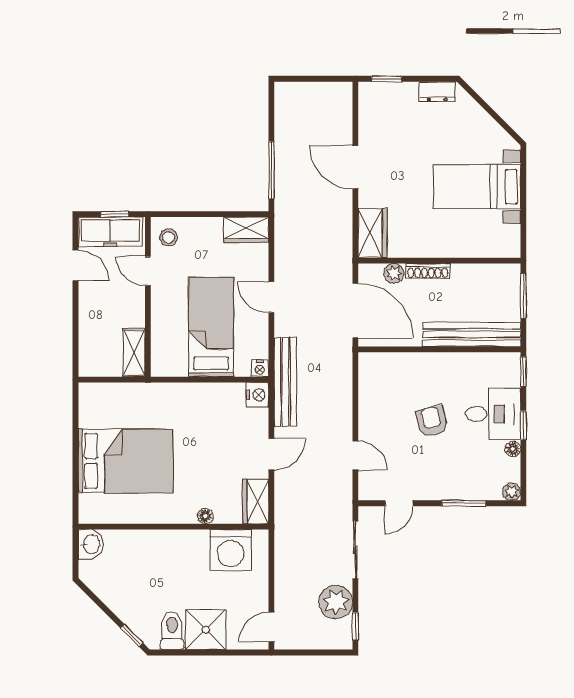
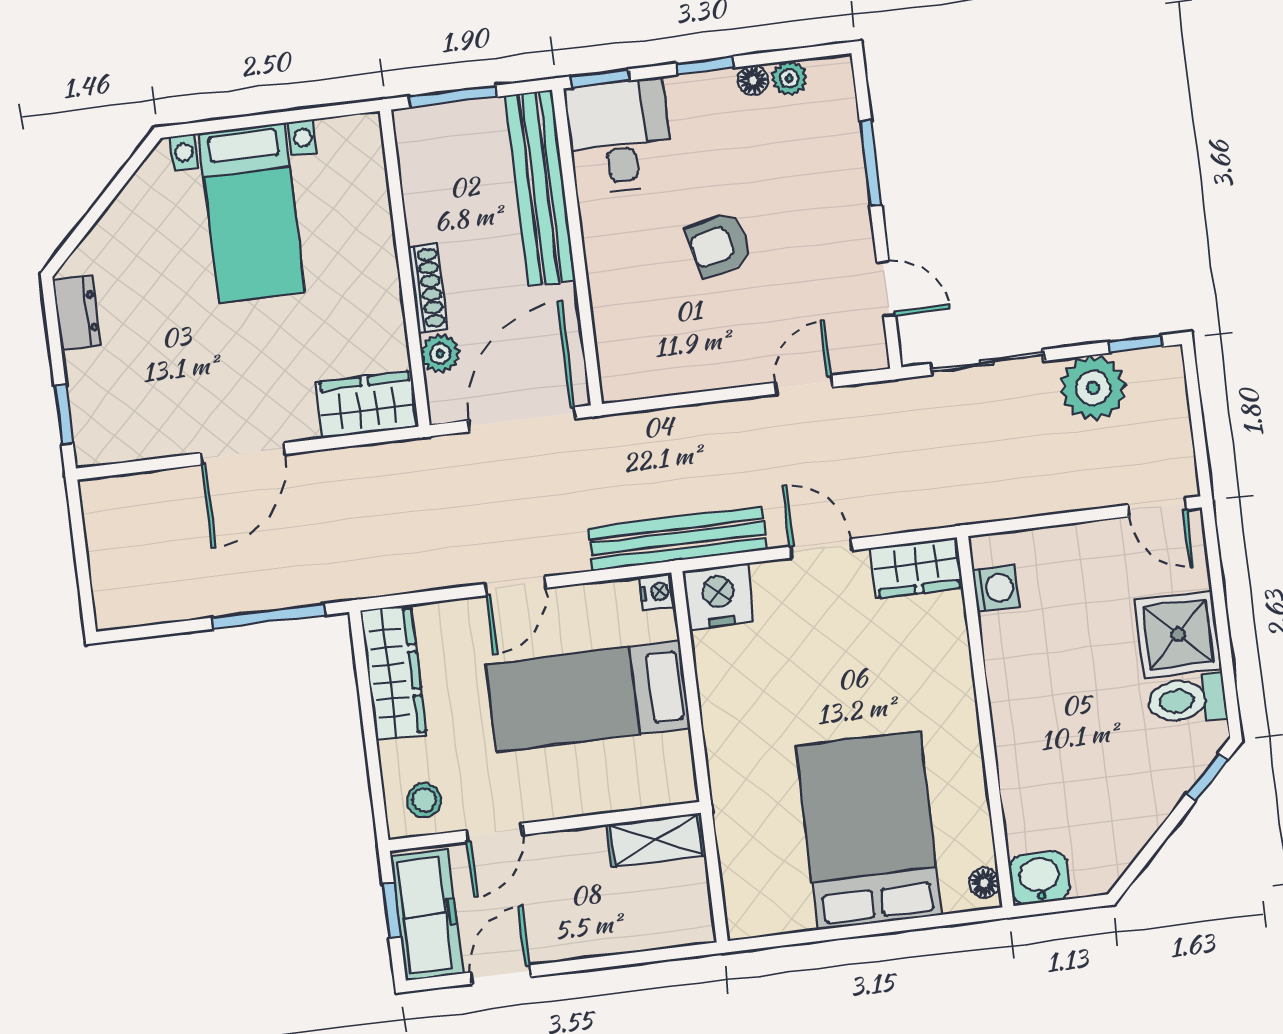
wardrobe: (246, 230) -> (393, 673), width x1.50
nightstand: (257, 395) -> (719, 596), width x1.36, depth x1.33
desk: (493, 414) -> (619, 136), moved
plant: (512, 492) -> (789, 78), moved
floor lamp: (205, 516) -> (984, 883), moved
washing machine: (231, 550) -> (996, 588), width x0.53, depth x0.53

